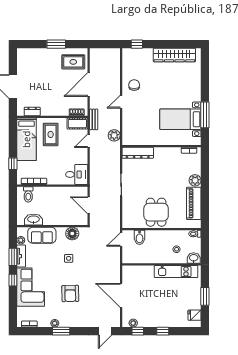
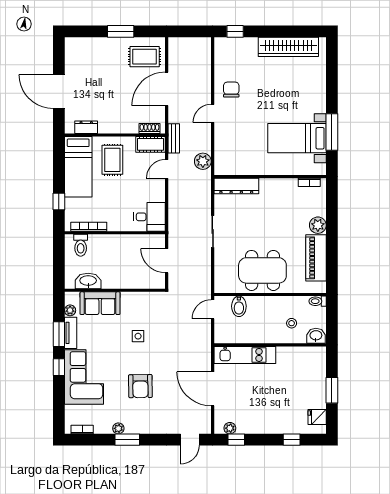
dining table: (156, 212) -> (262, 270), width x1.38
floor lamp: (72, 234) -> (143, 301), removed
kitchen unit: (176, 272) -> (245, 355), moved
window: (163, 331) -> (292, 440), moved

